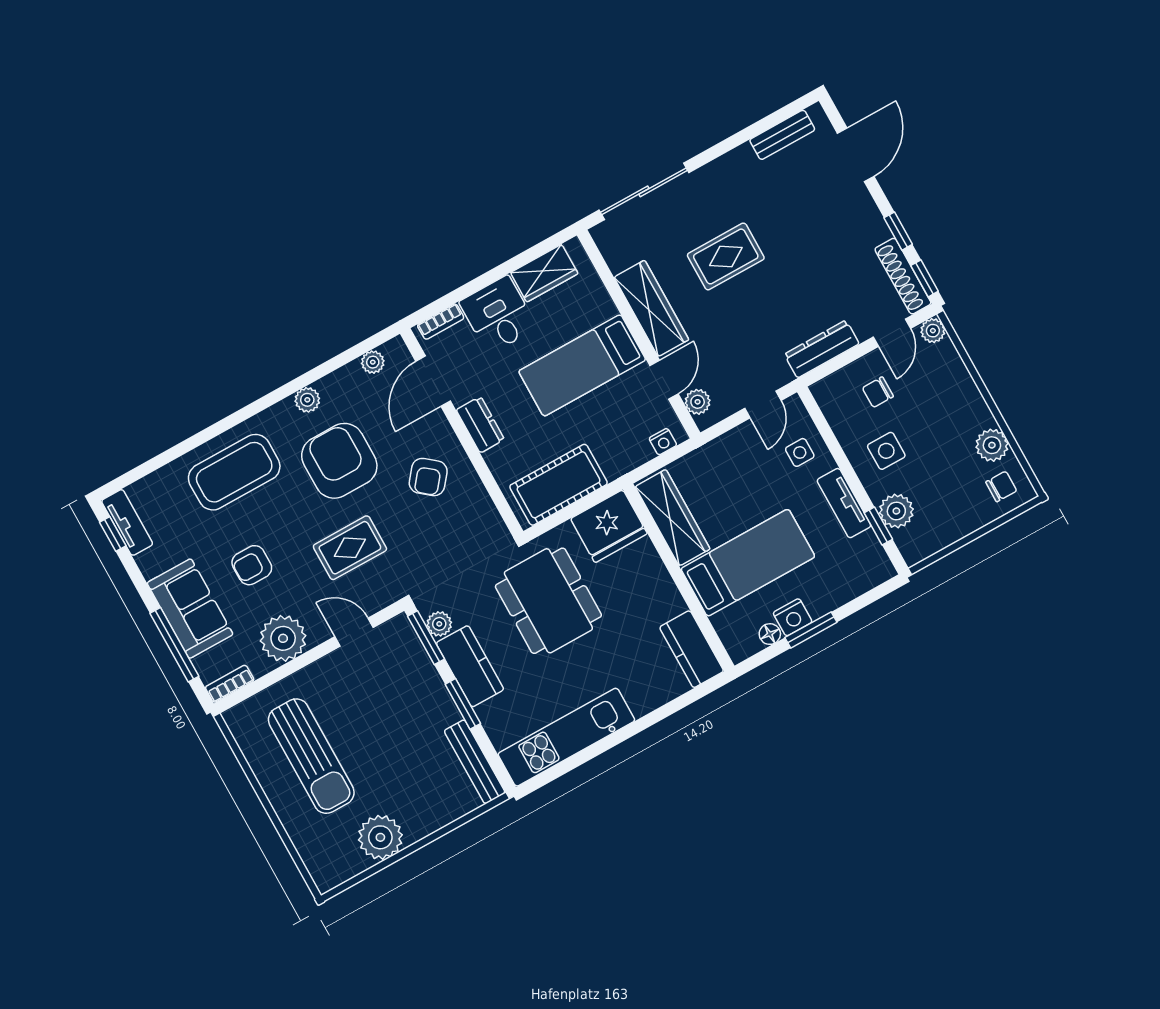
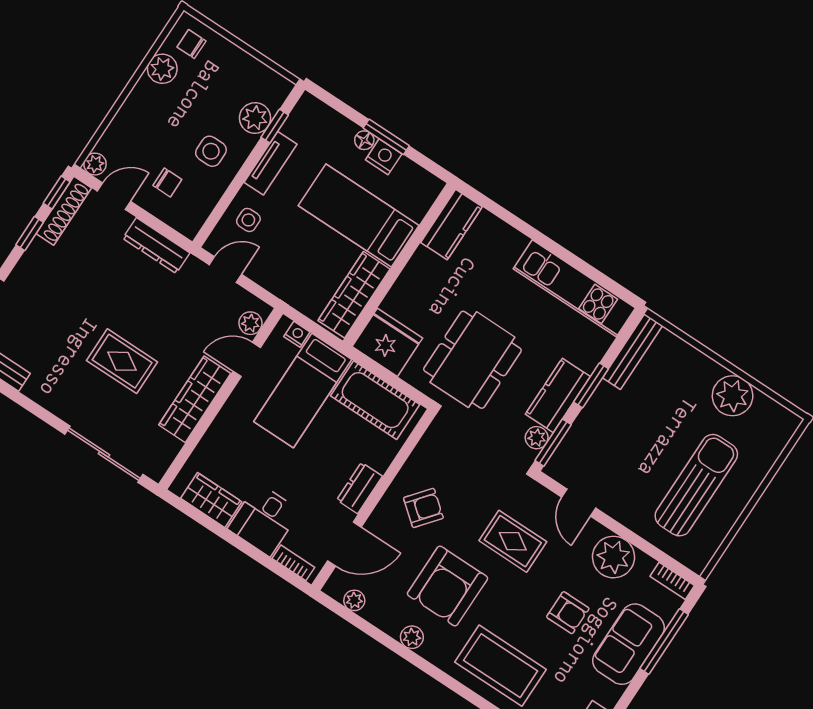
bed: (582, 365) -> (303, 391), moved, turned 90
floor lamp: (770, 634) -> (364, 140), moved

